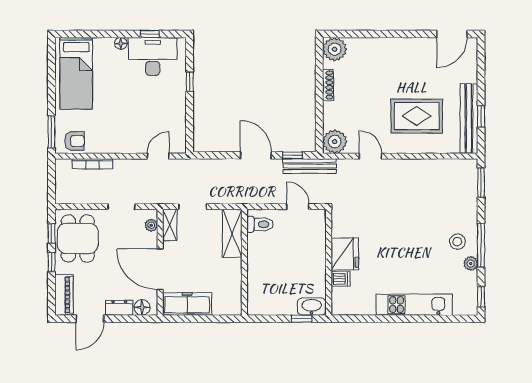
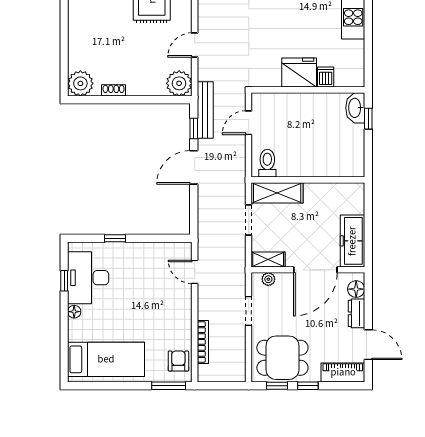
shoe rack: (328, 85) -> (114, 90), width x0.70
doorway: (193, 207) -> (249, 220), moved

